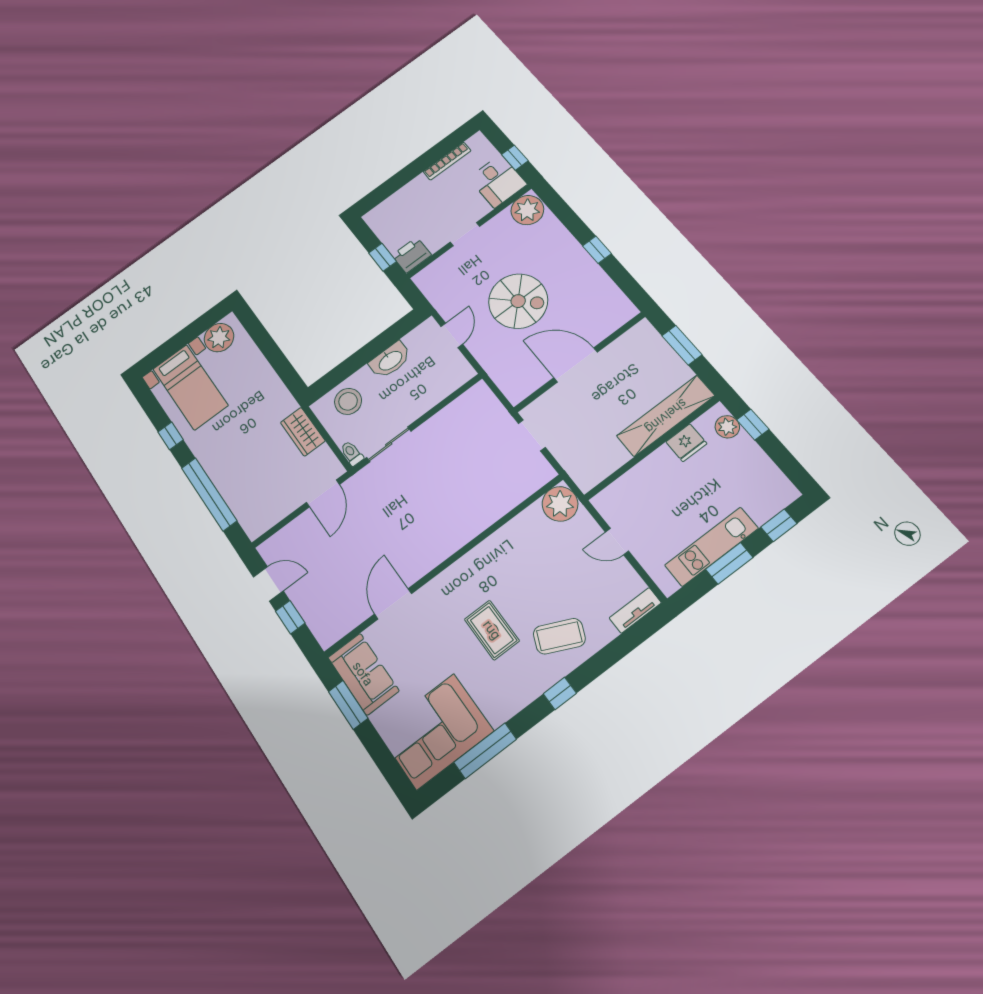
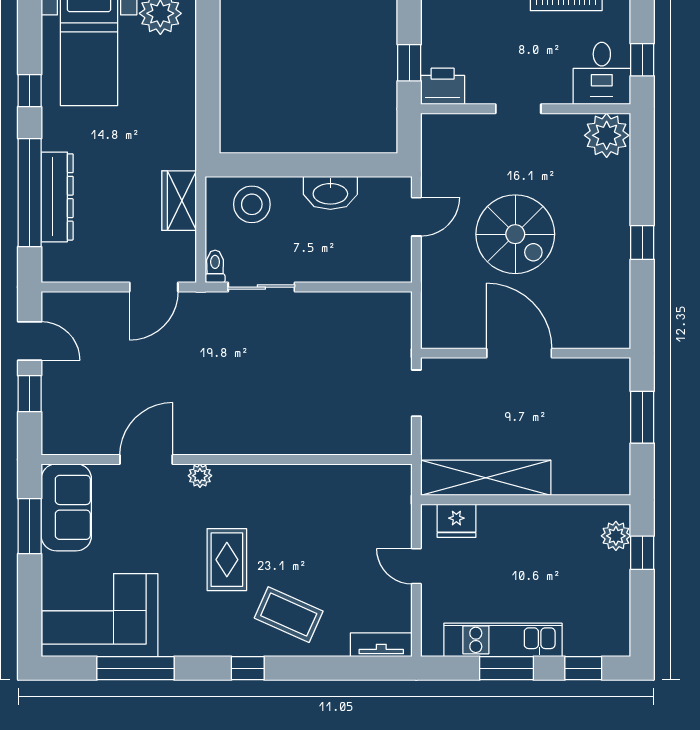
shelving: (666, 416) -> (486, 478), moved
fridge: (686, 443) -> (456, 521), moved
dresser: (227, 484) -> (57, 197), added
plant: (560, 504) -> (200, 476), moved, width x0.53, depth x0.53

